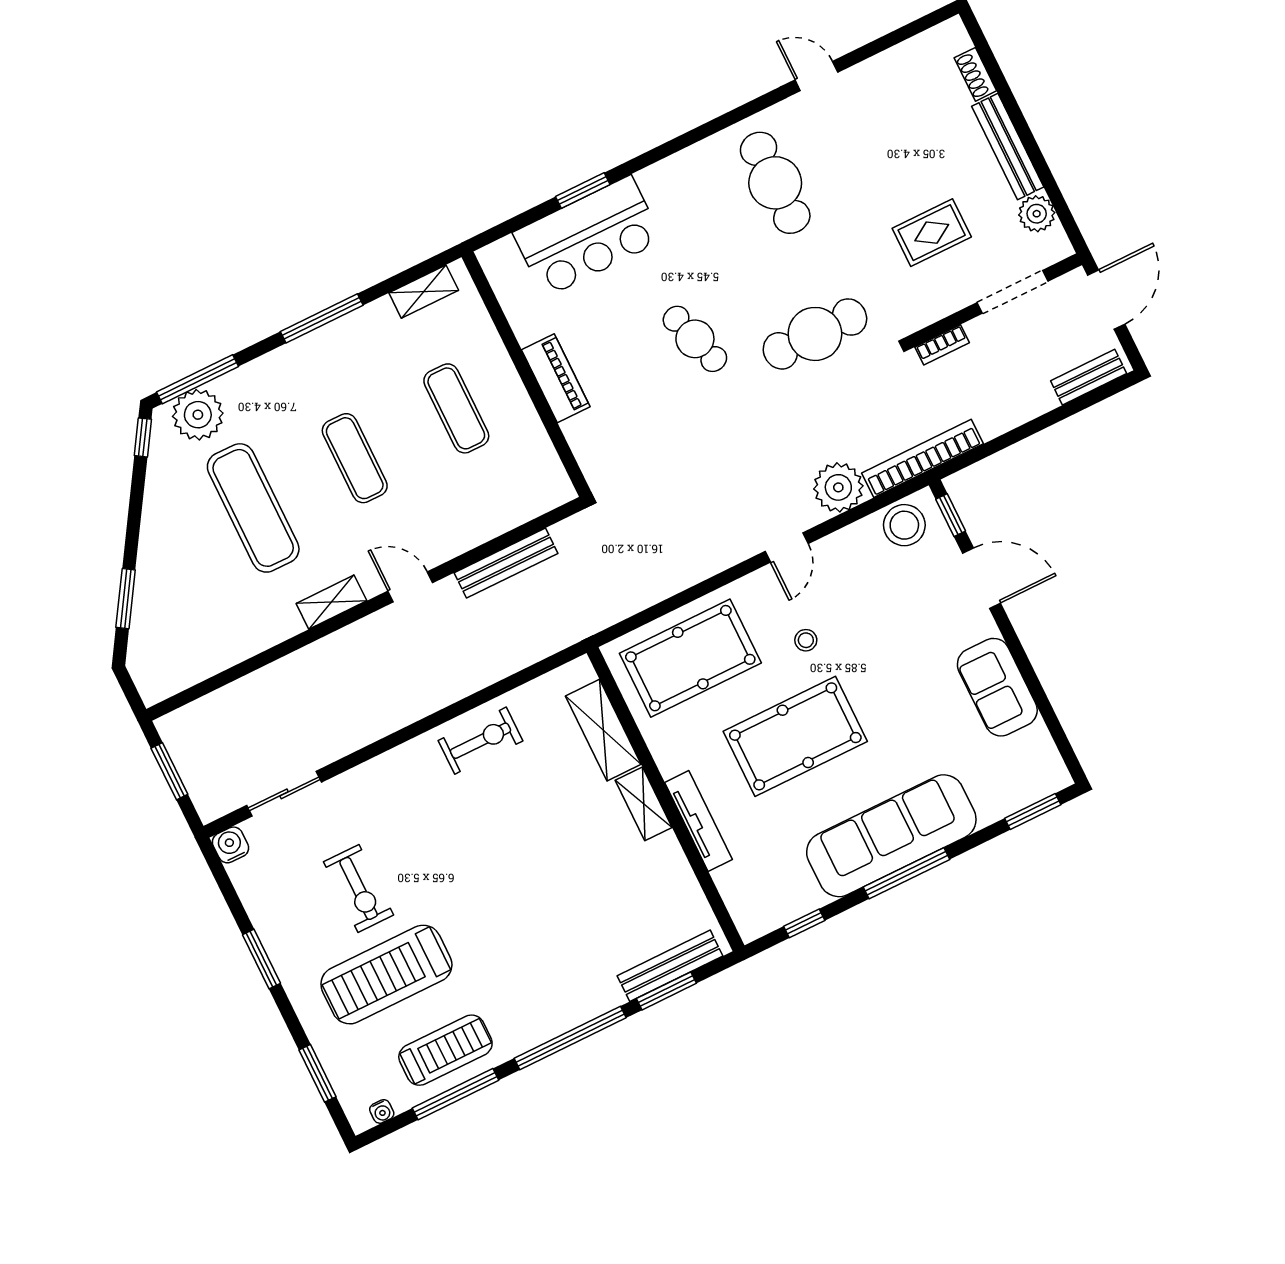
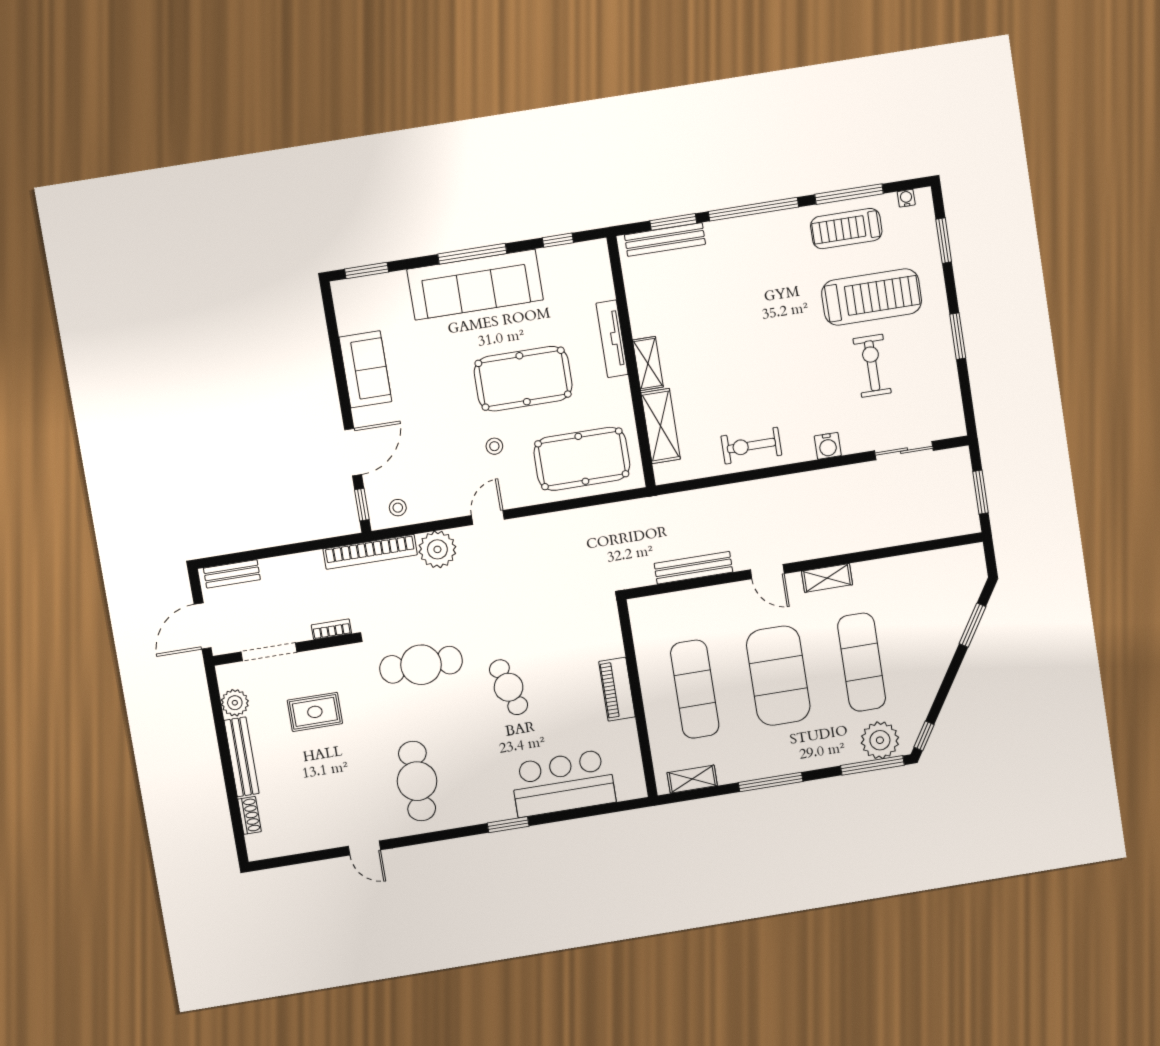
window: (583, 191) -> (508, 825), moved
exercise mat: (456, 408) -> (695, 689), width x1.36, depth x1.45
exercise mat: (355, 458) -> (778, 676), width x2.00, depth x1.45
stool: (904, 525) -> (398, 508), width x0.53, depth x0.53
door: (982, 578) -> (353, 452), swing flipped
water cooler: (230, 845) -> (828, 446), moved

